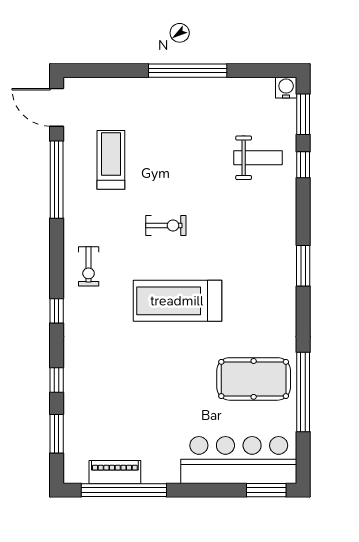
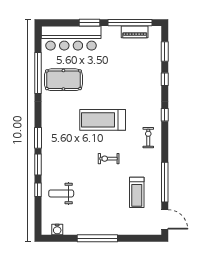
water cooler: (286, 88) -> (57, 229), moved
window: (303, 114) -> (38, 164), moved
treadmill: (177, 301) -> (103, 120), turned 180
window: (266, 490) -> (90, 23), moved

